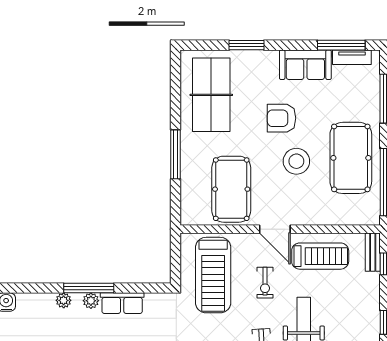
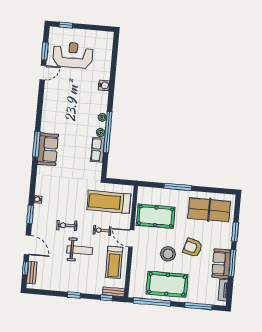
window: (341, 45) -> (232, 263), moved
armchair: (282, 118) -> (193, 248), turned -75
door: (275, 229) -> (131, 239), hinge flipped
window: (89, 288) -> (108, 132), width x1.46

